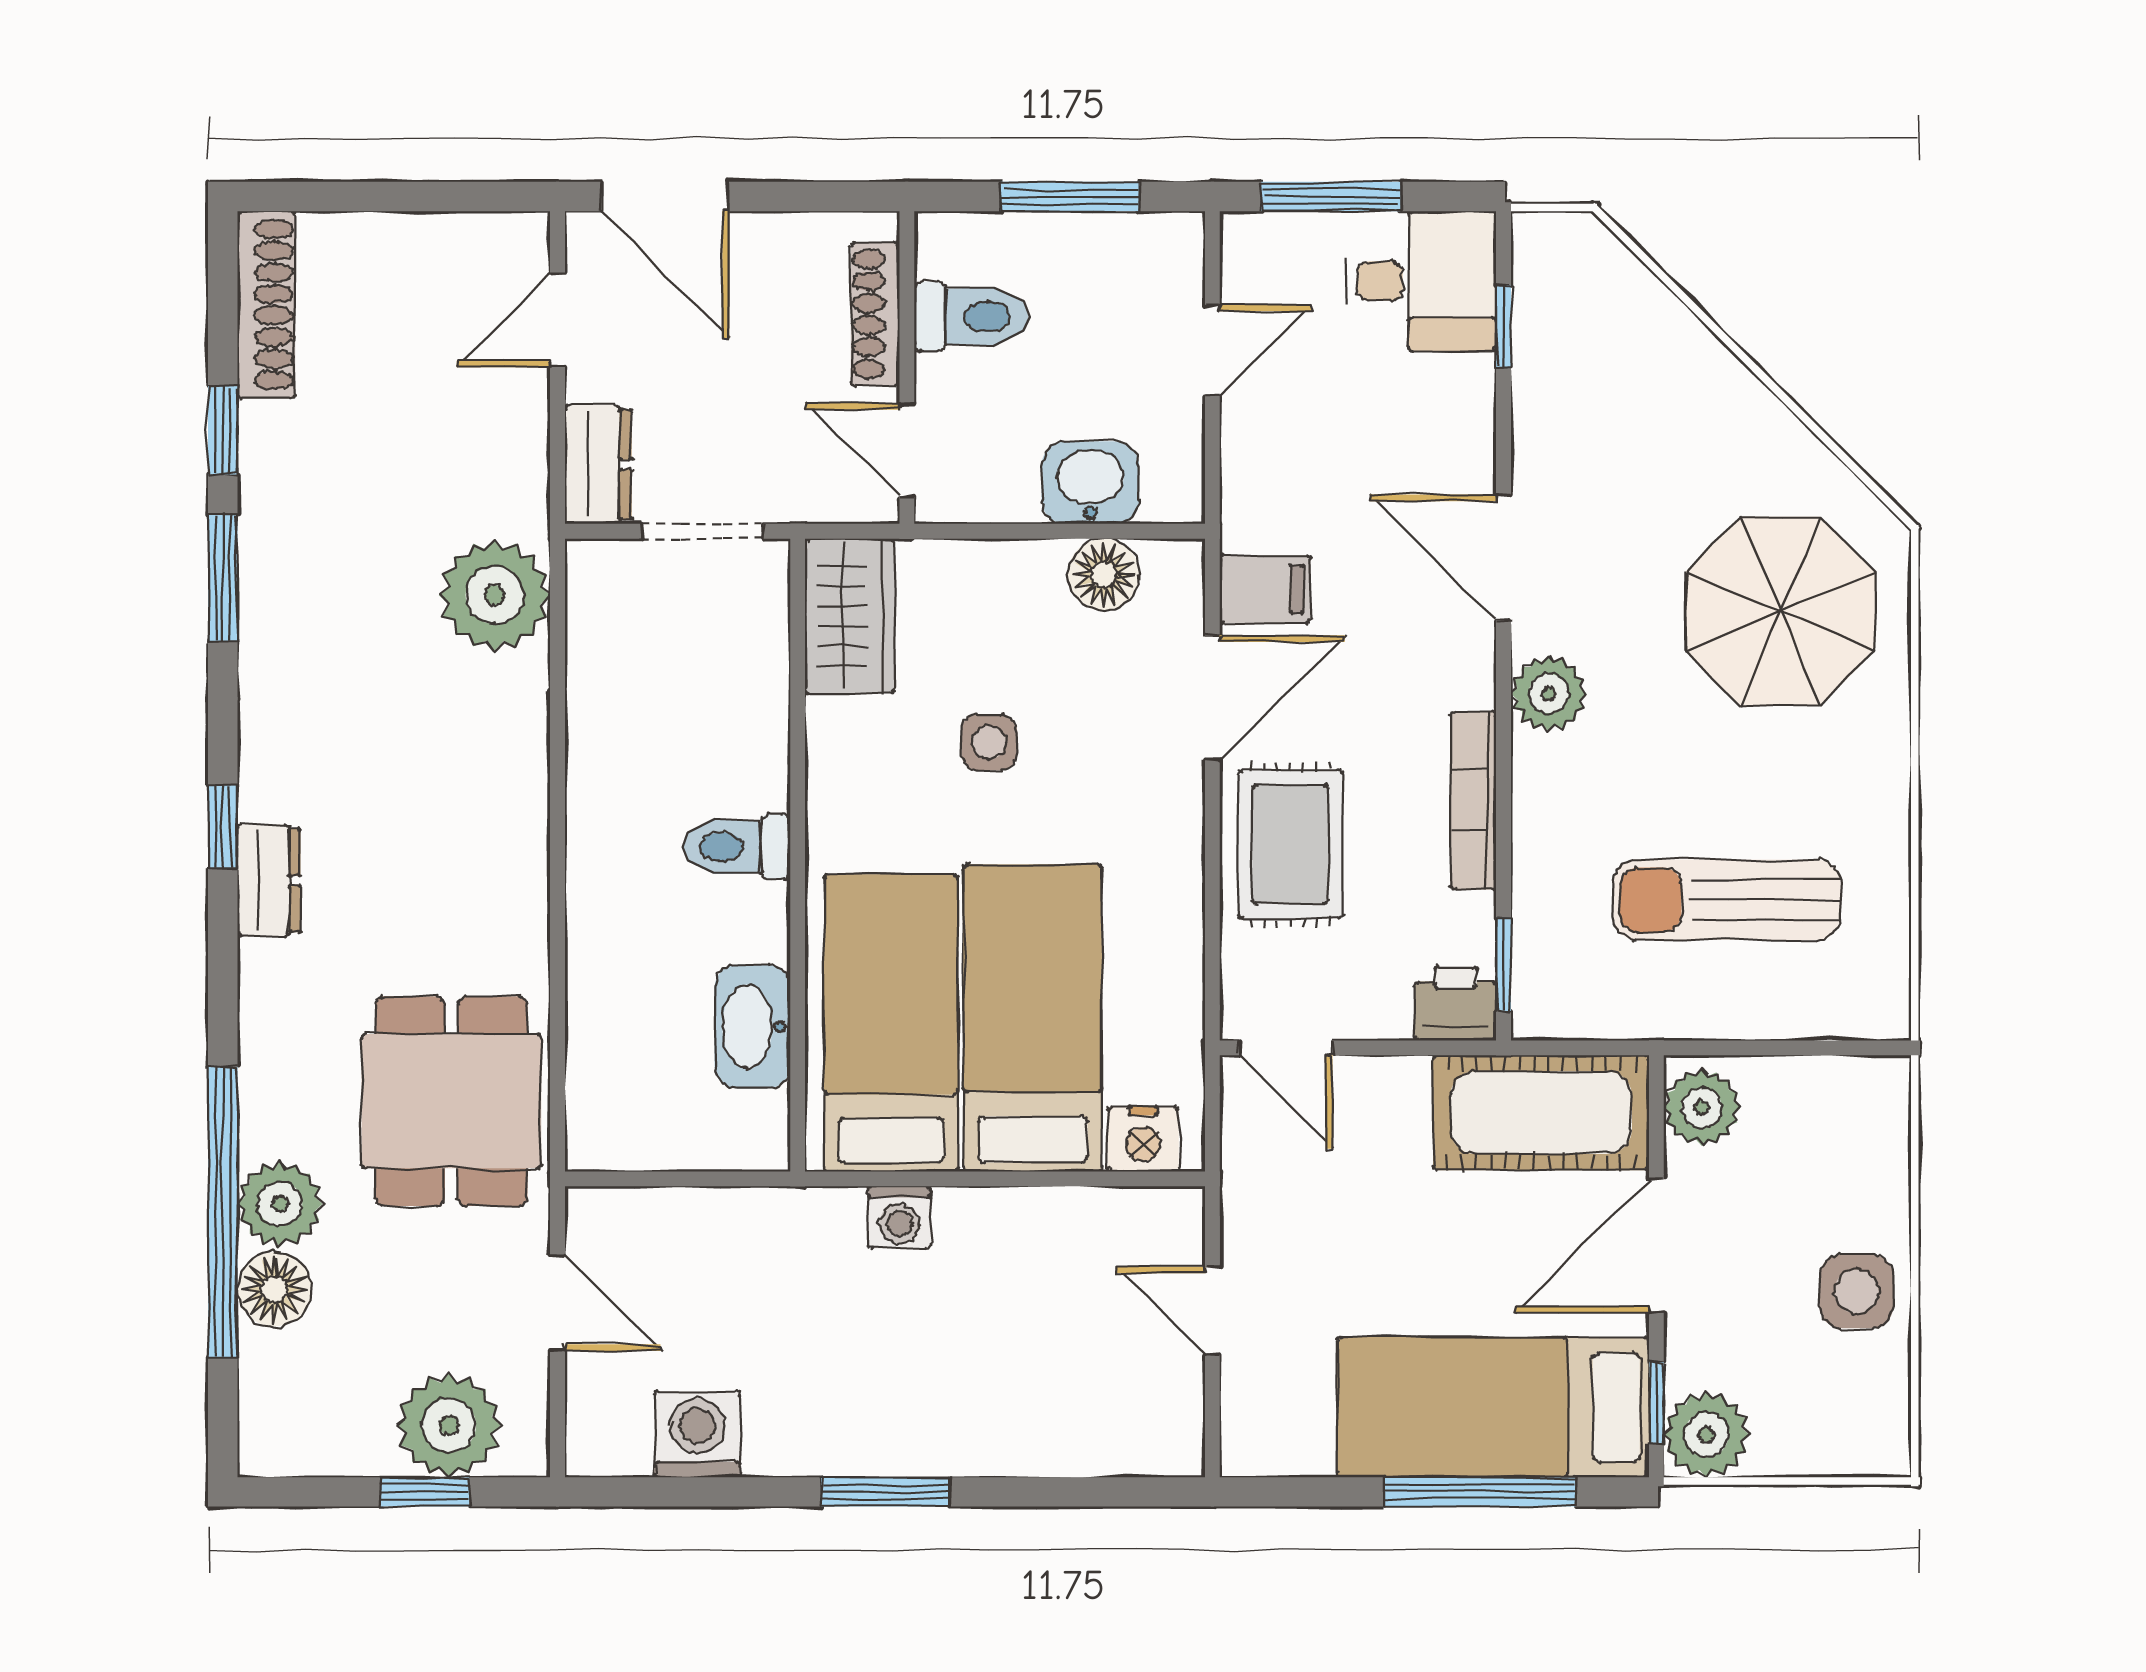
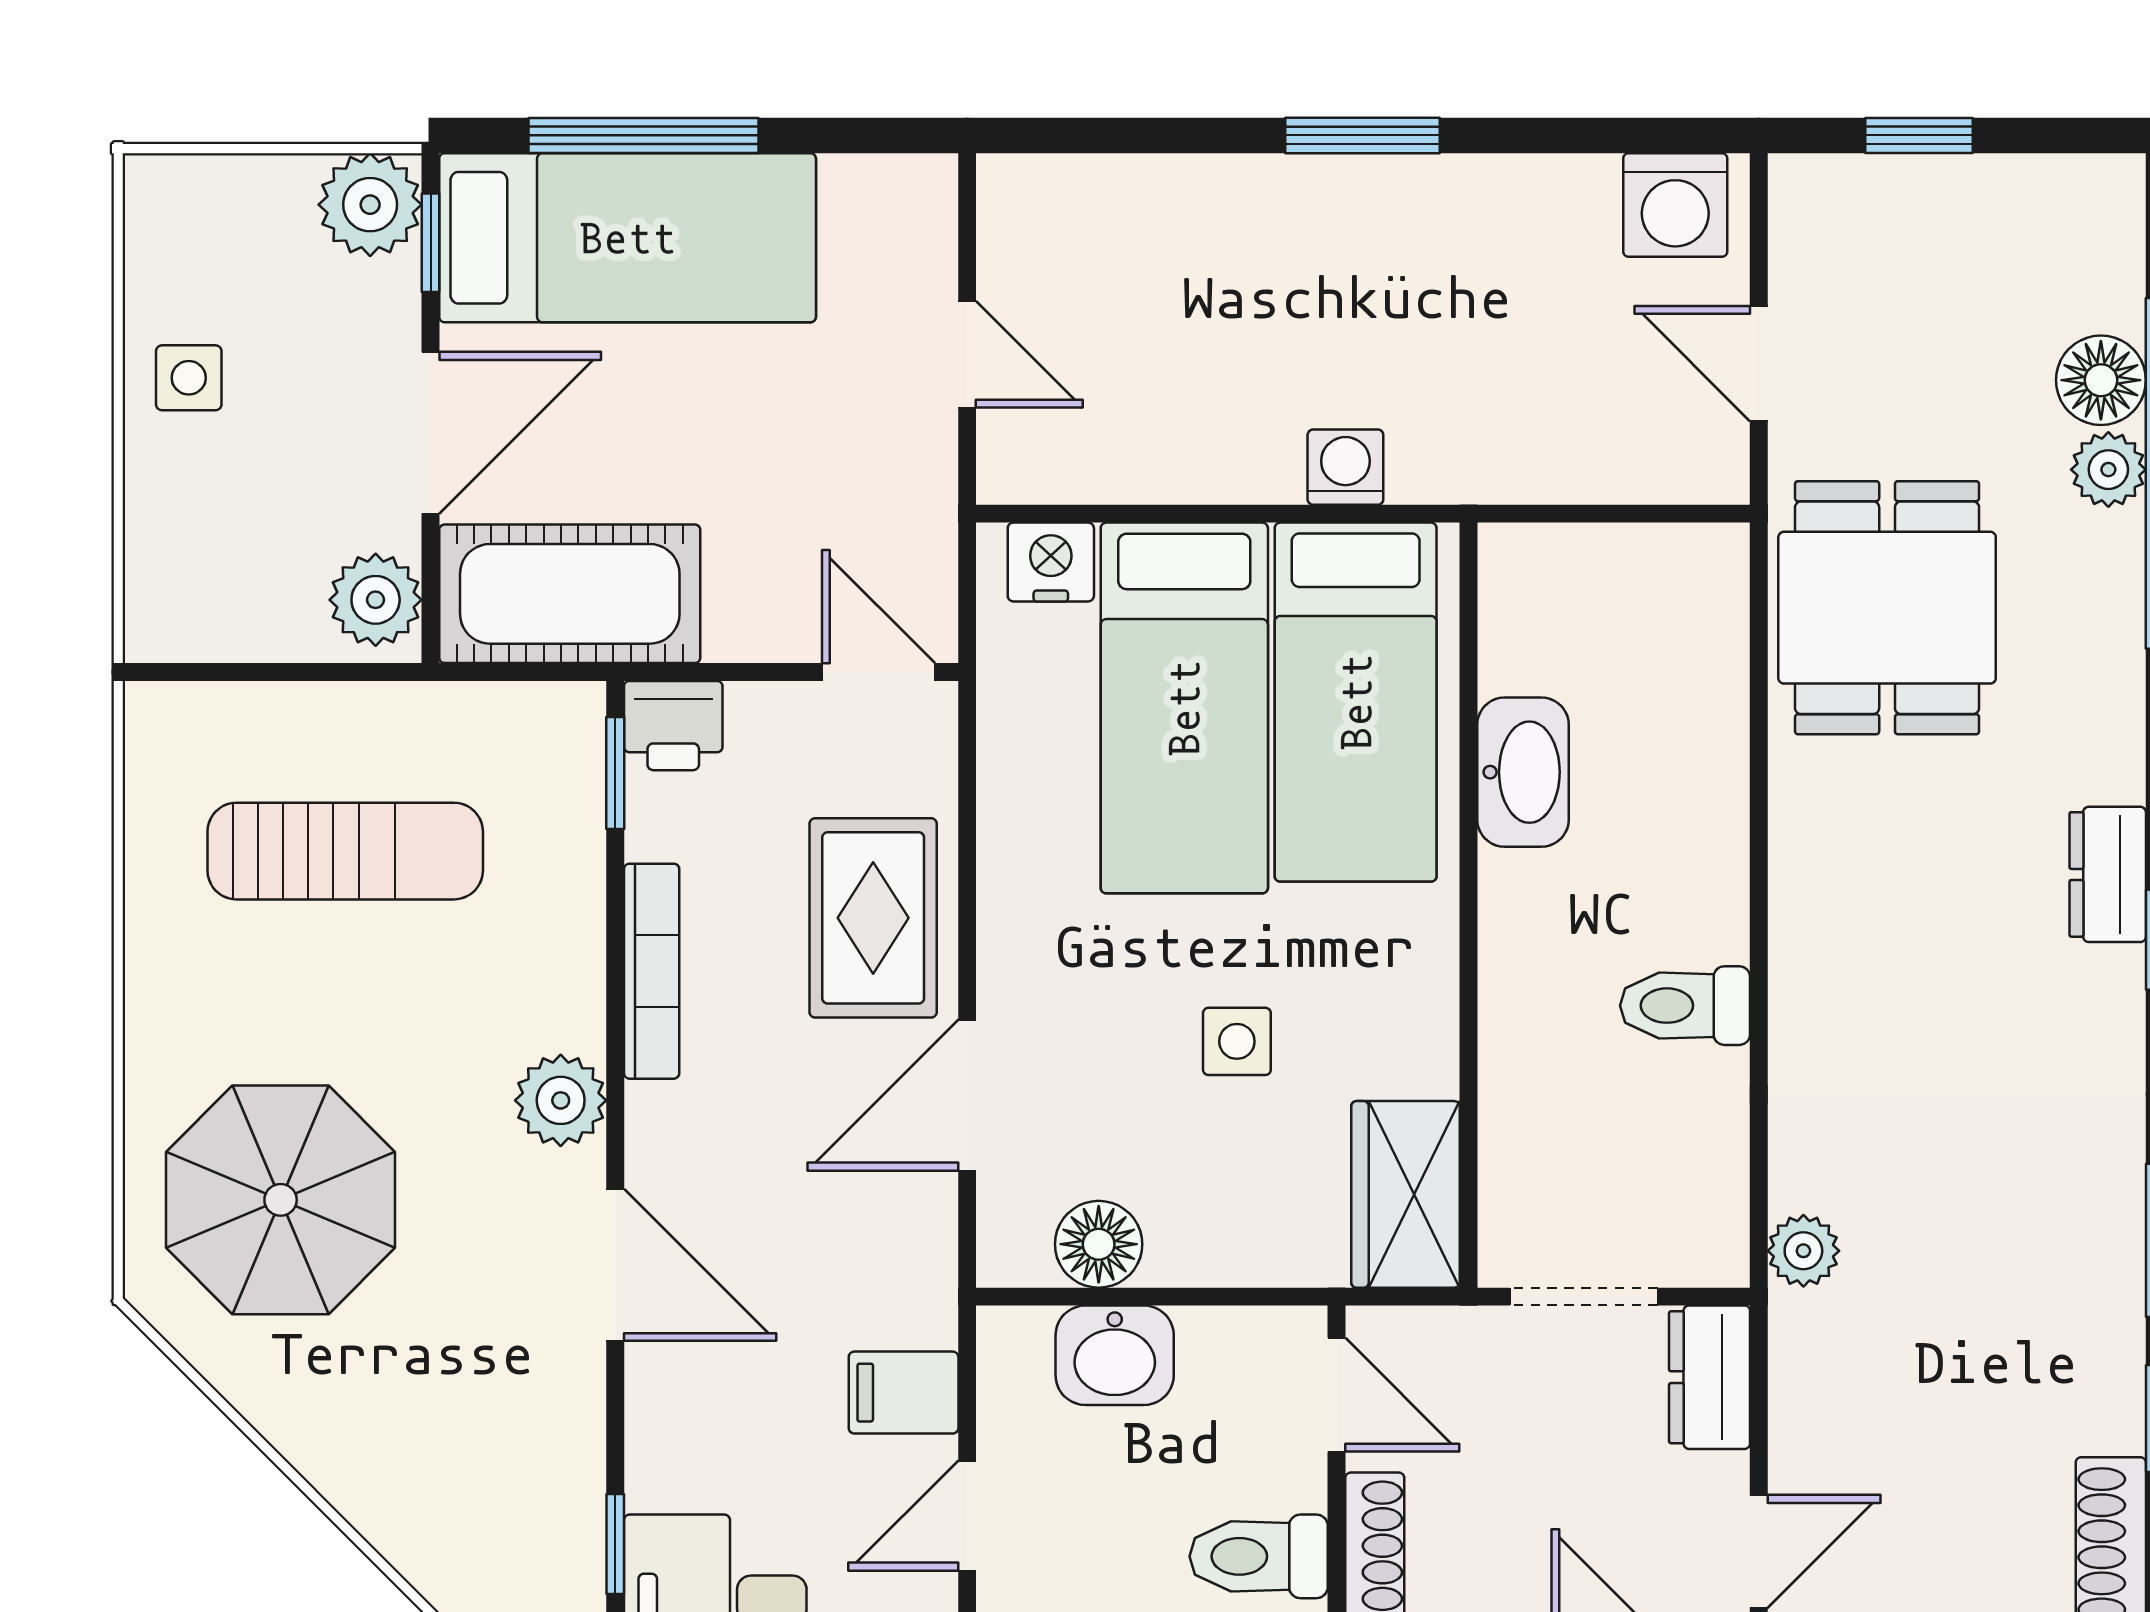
filing cabinet: (1265, 589) -> (904, 1393), moved
plant: (495, 595) -> (1803, 1251), width x0.53, depth x0.53
toilet: (737, 847) -> (1685, 1006), moved, turned 180
washbasin: (753, 1026) -> (1523, 772), moved
plant: (280, 1204) -> (2108, 470), width x0.73, depth x0.73
side table: (1856, 1291) -> (189, 378), width x0.73, depth x0.73
plant: (449, 1425) -> (1890, 216), removed
washing machine: (697, 1434) -> (1675, 205), moved

